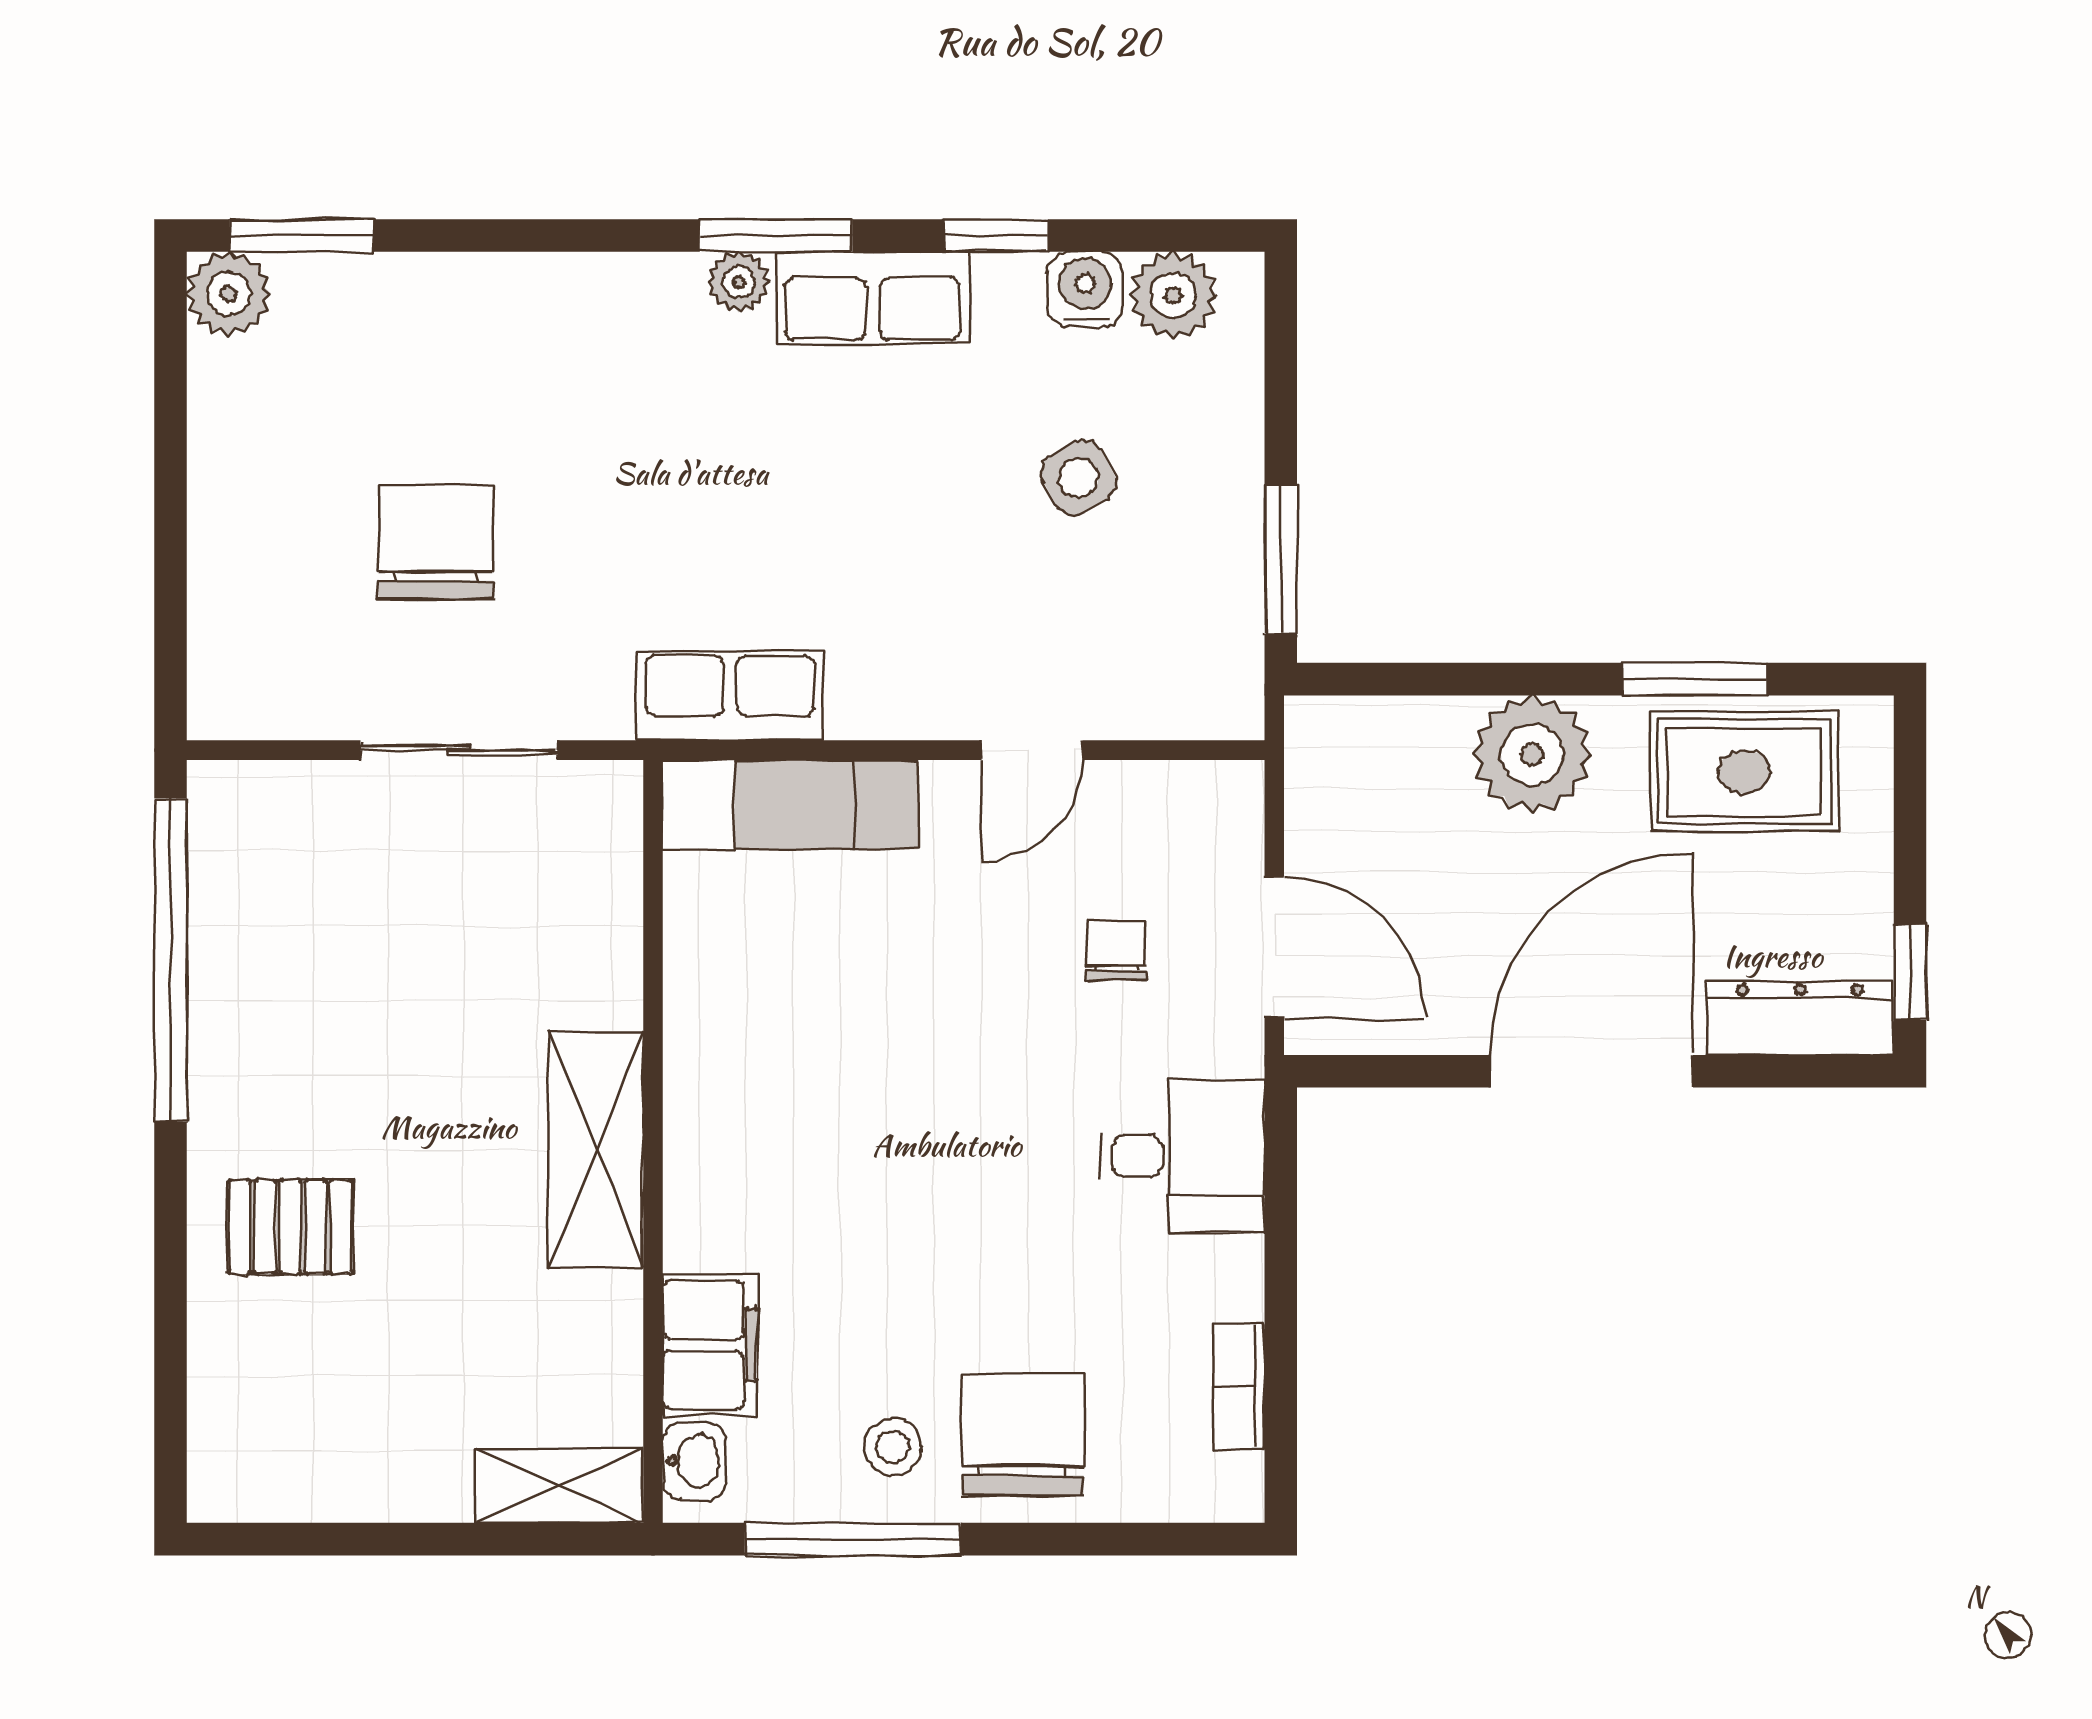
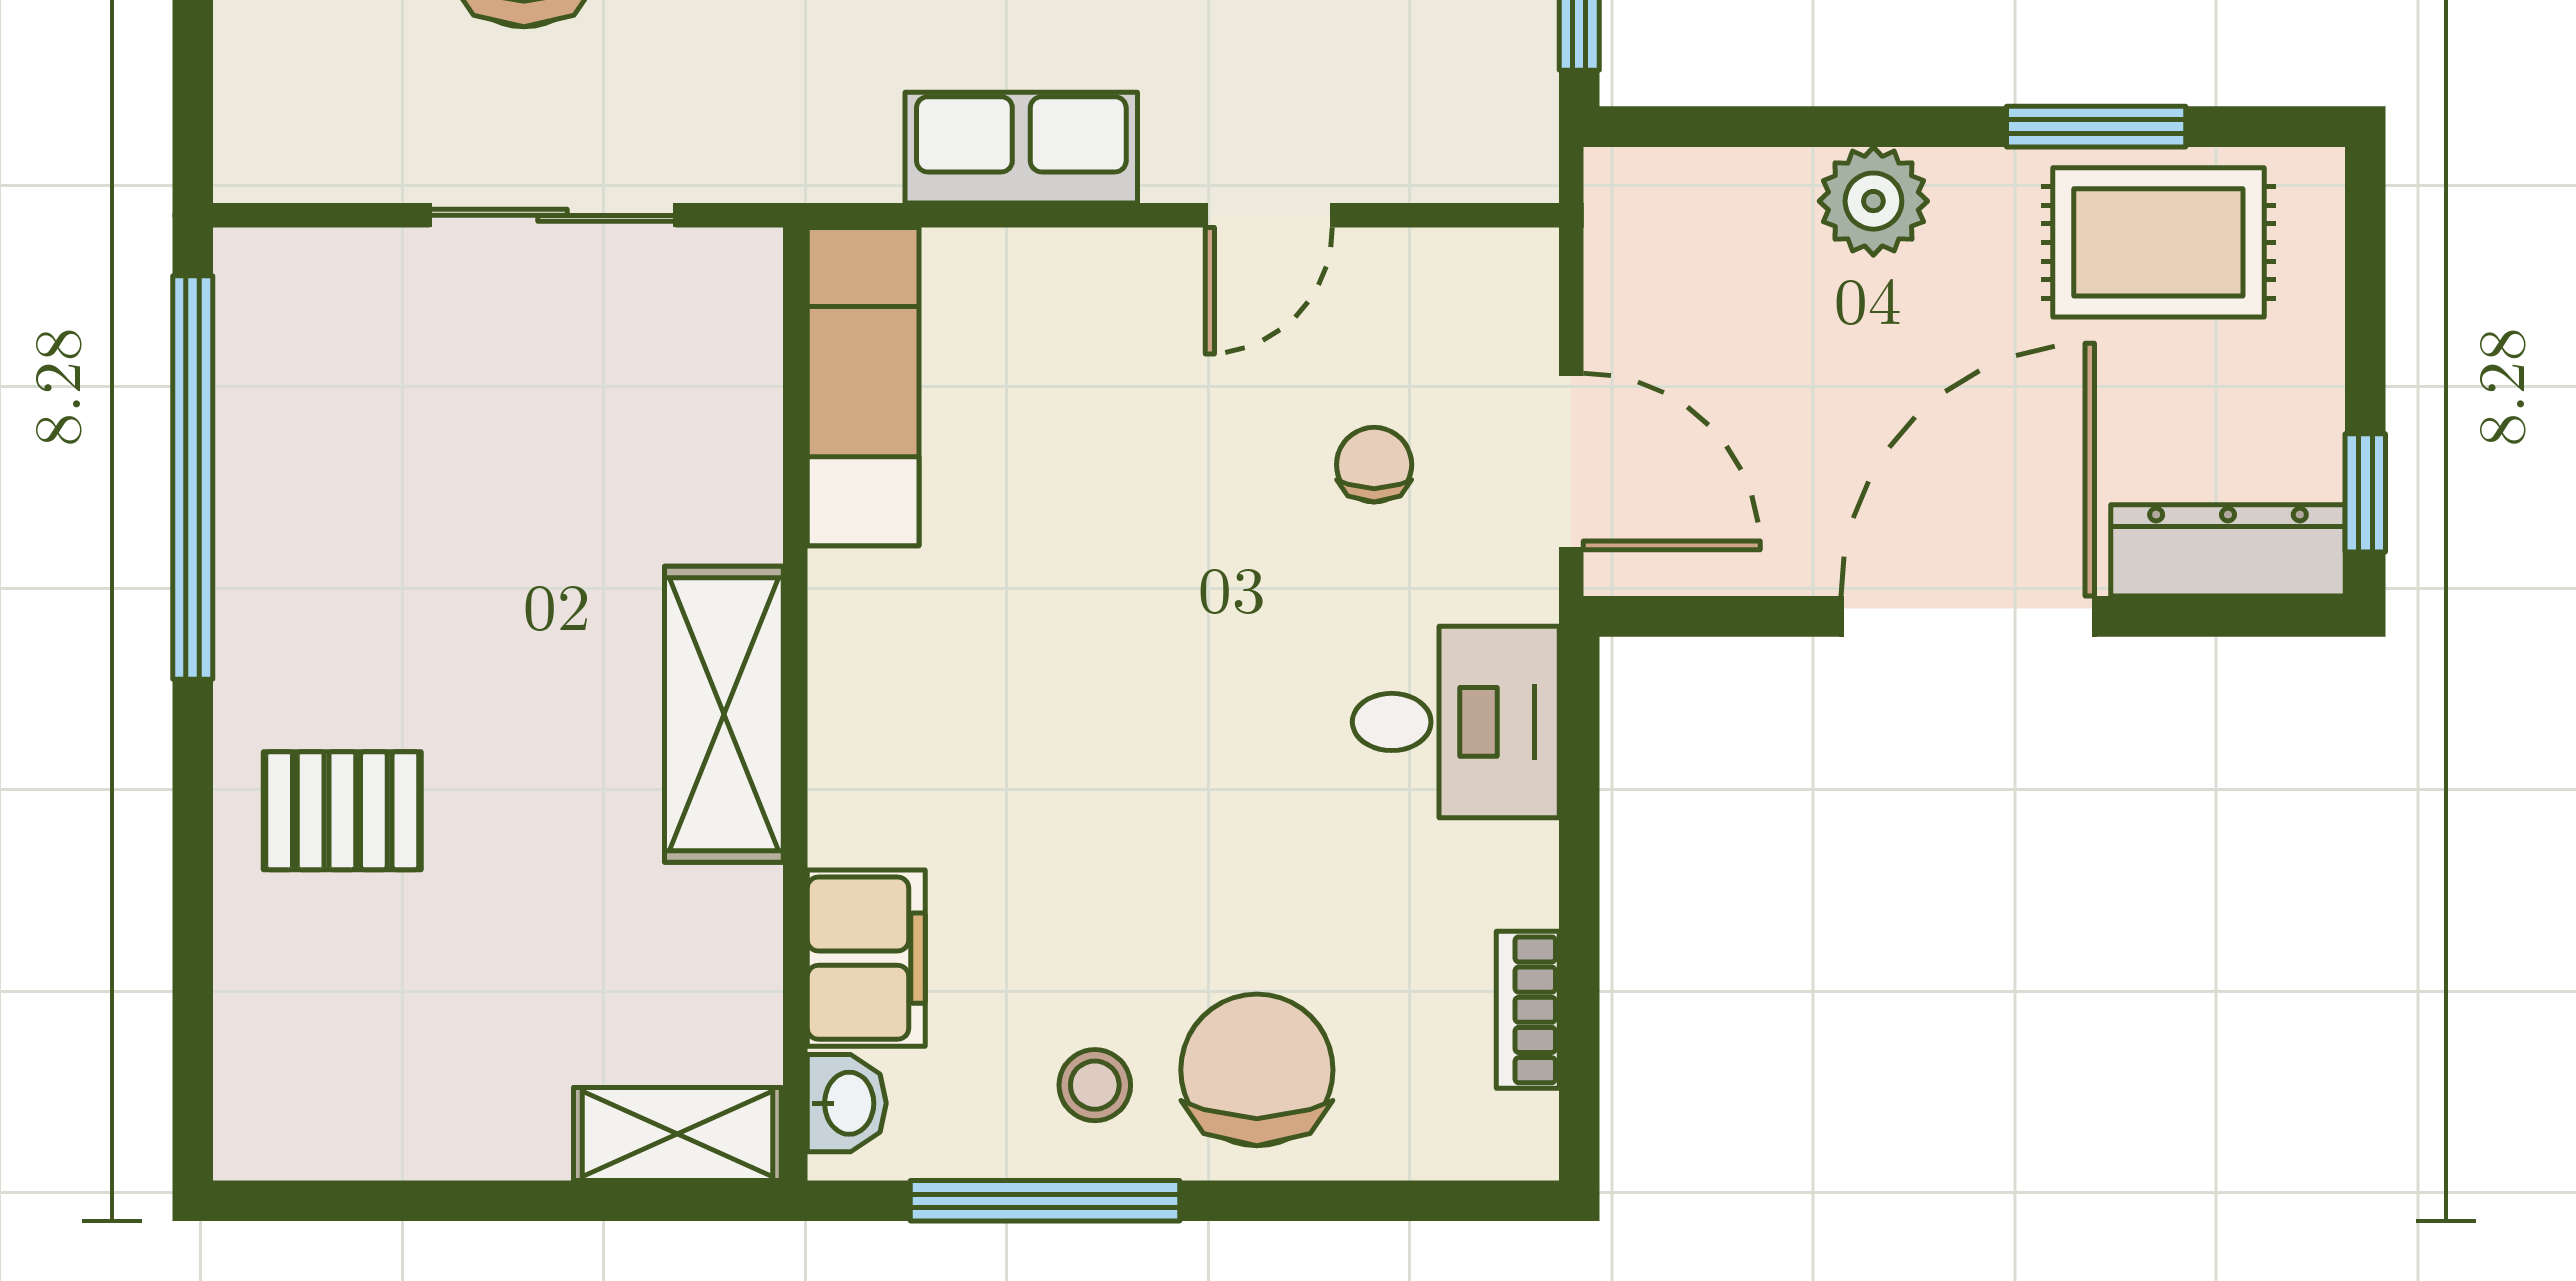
row of seats: (730, 696) -> (1021, 148), moved
plant: (1532, 755) -> (1873, 201), width x0.73, depth x0.73
exam couch: (790, 804) -> (863, 387), moved, turned -90

